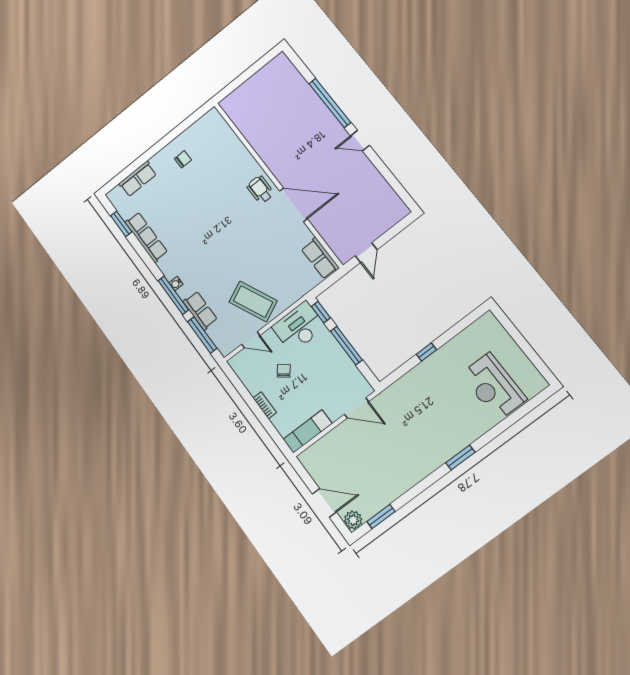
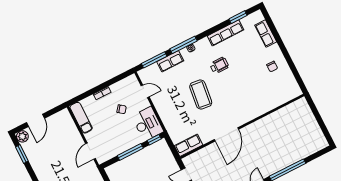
wheelchair: (260, 190) -> (219, 65), moved
coffee table: (253, 301) -> (201, 95), moved, turned -58
door: (251, 340) -> (145, 91), swing flipped

